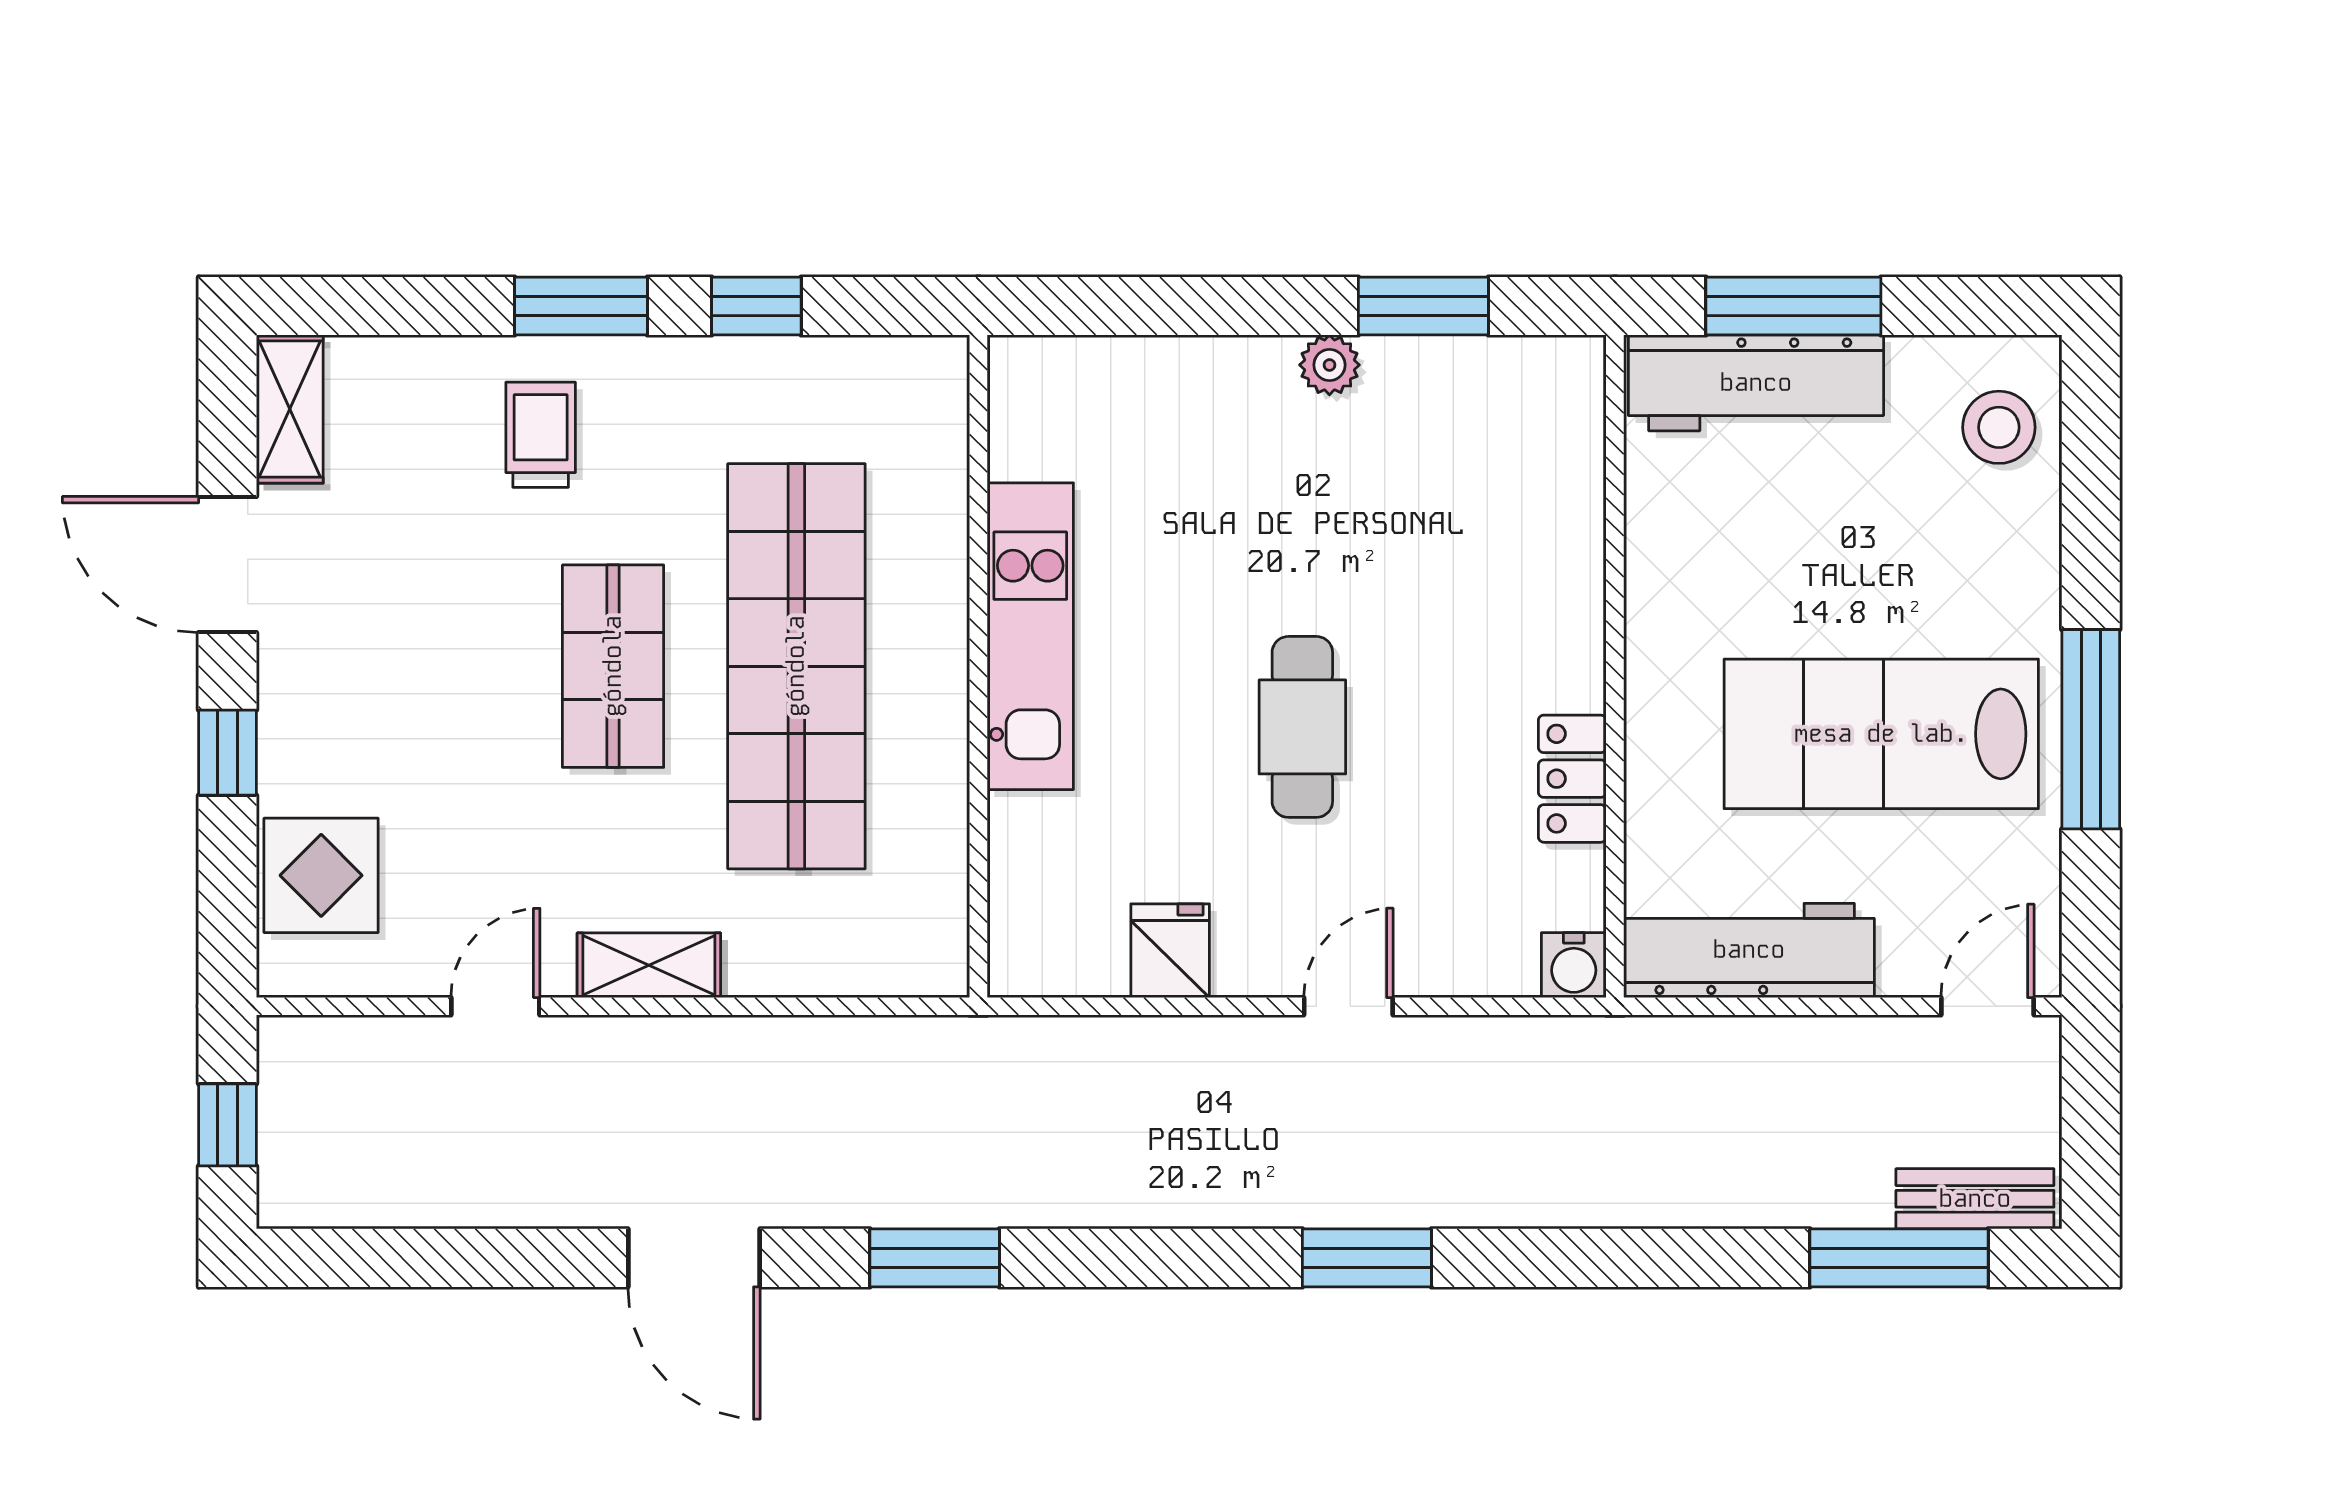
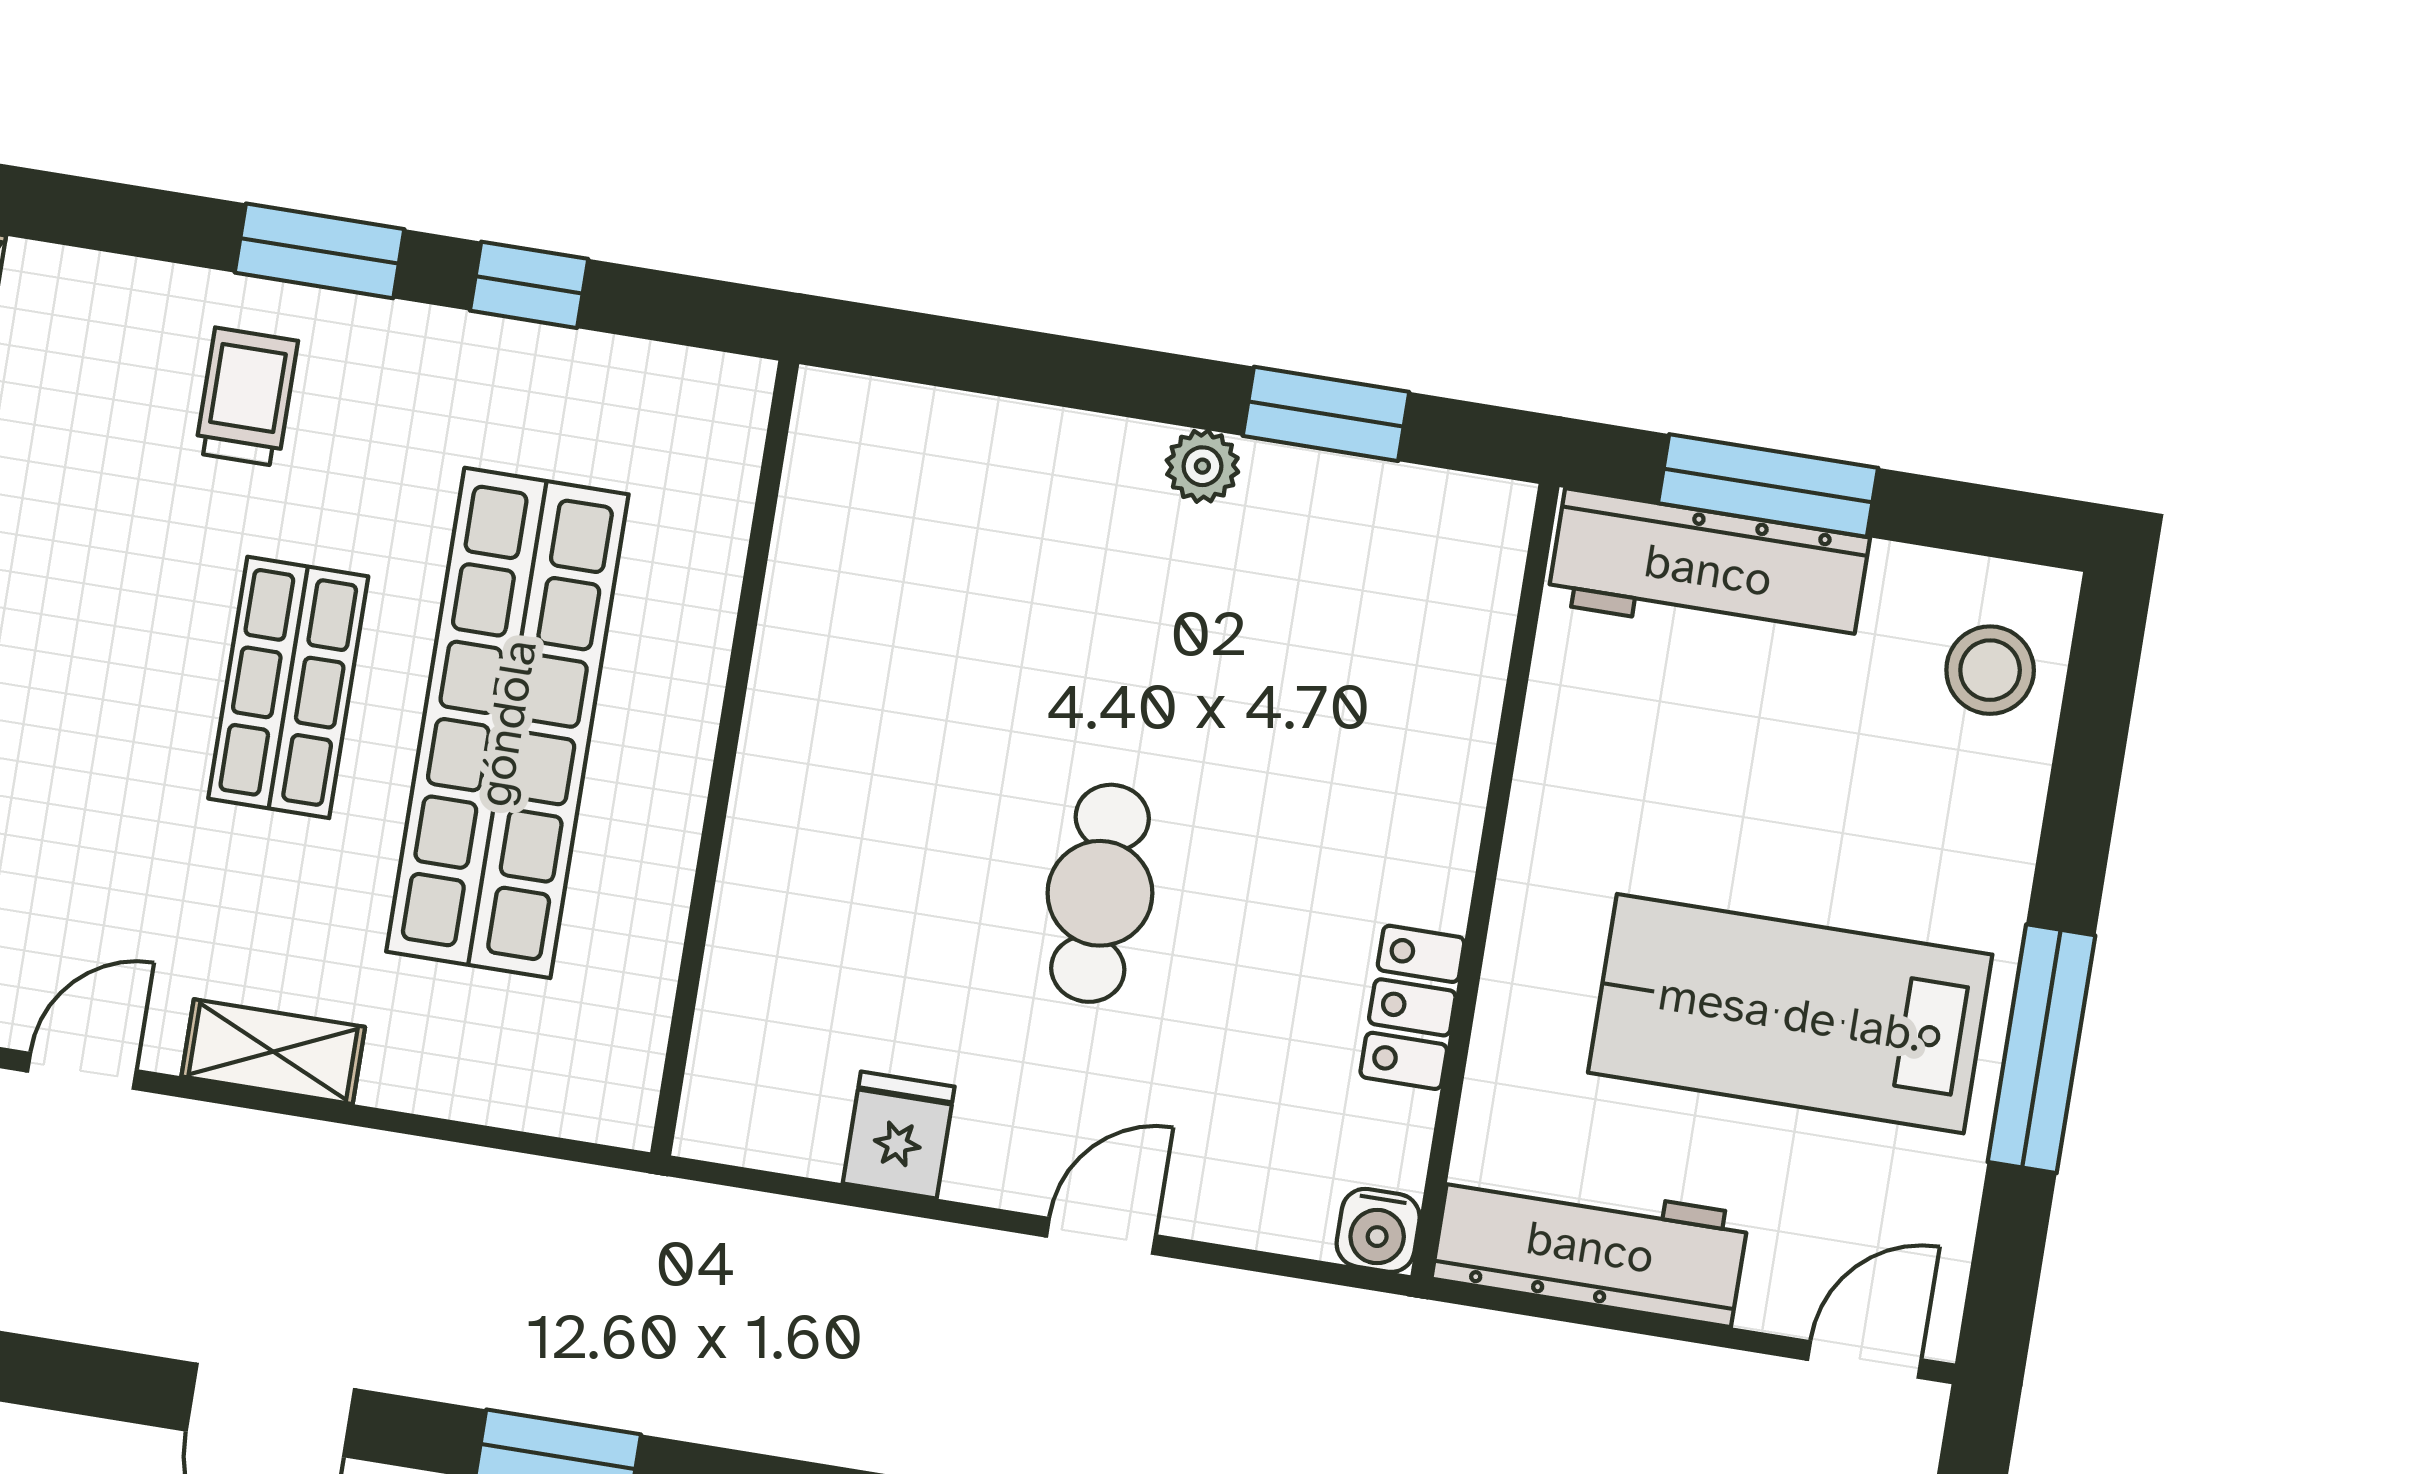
kitchen unit: (1030, 636) -> (792, 732), removed

